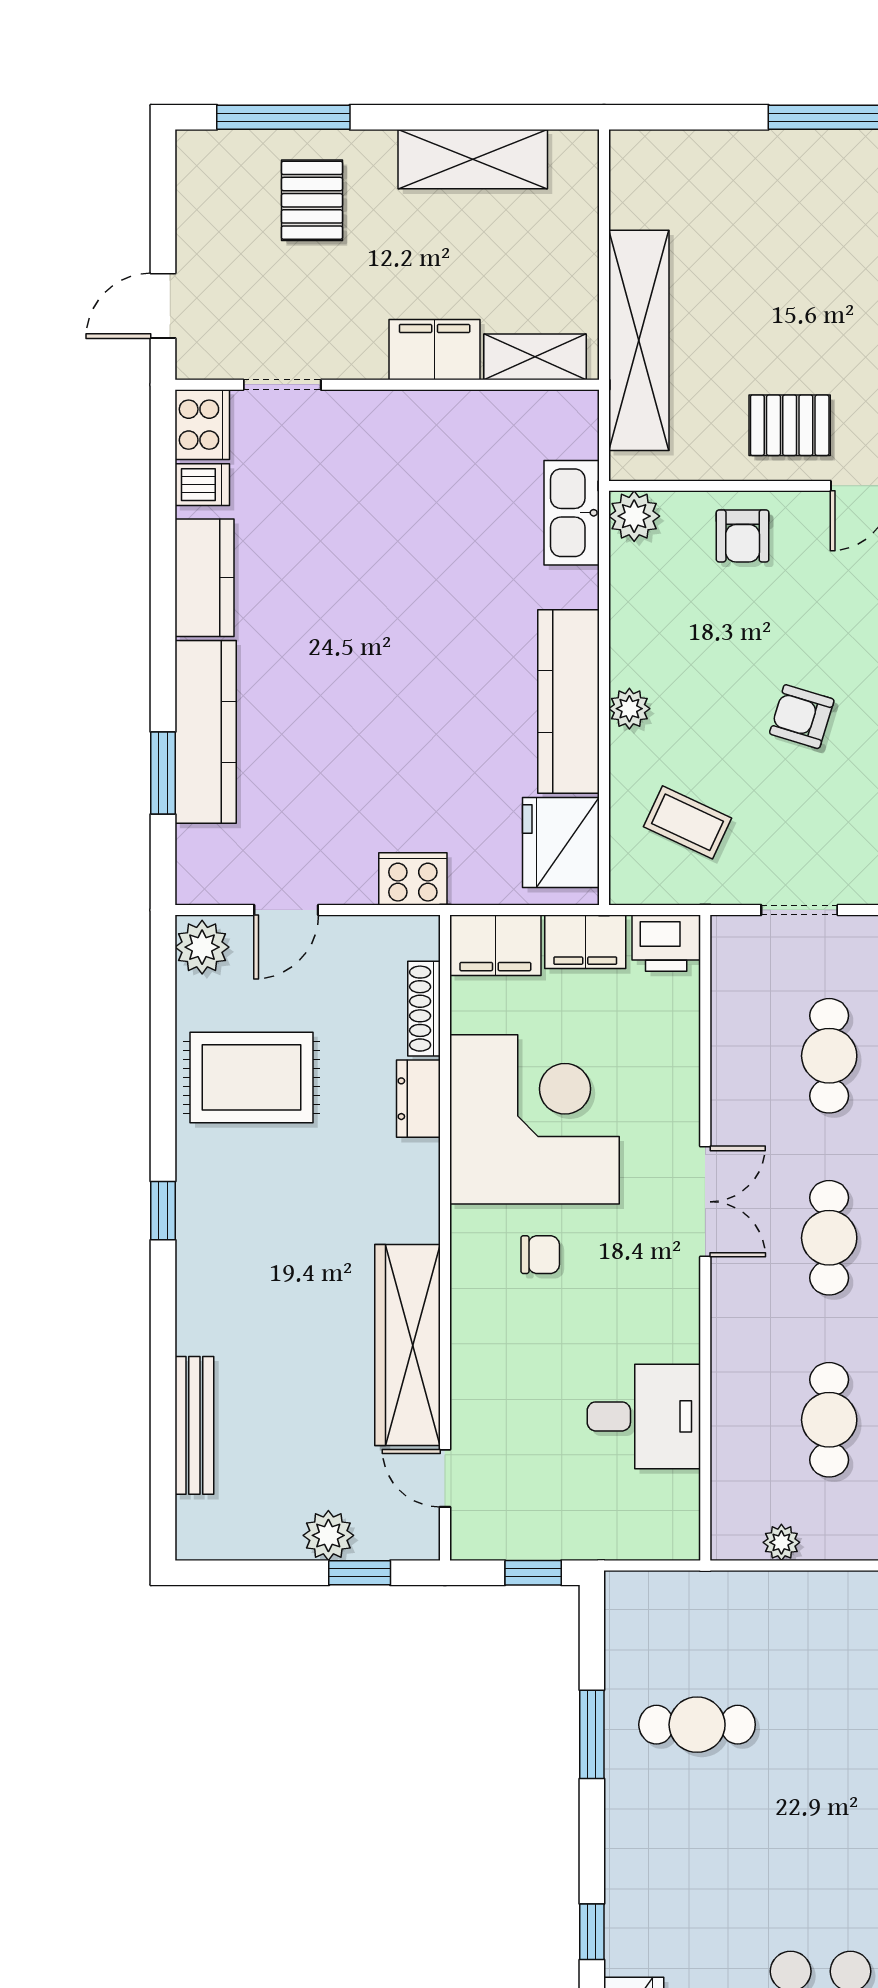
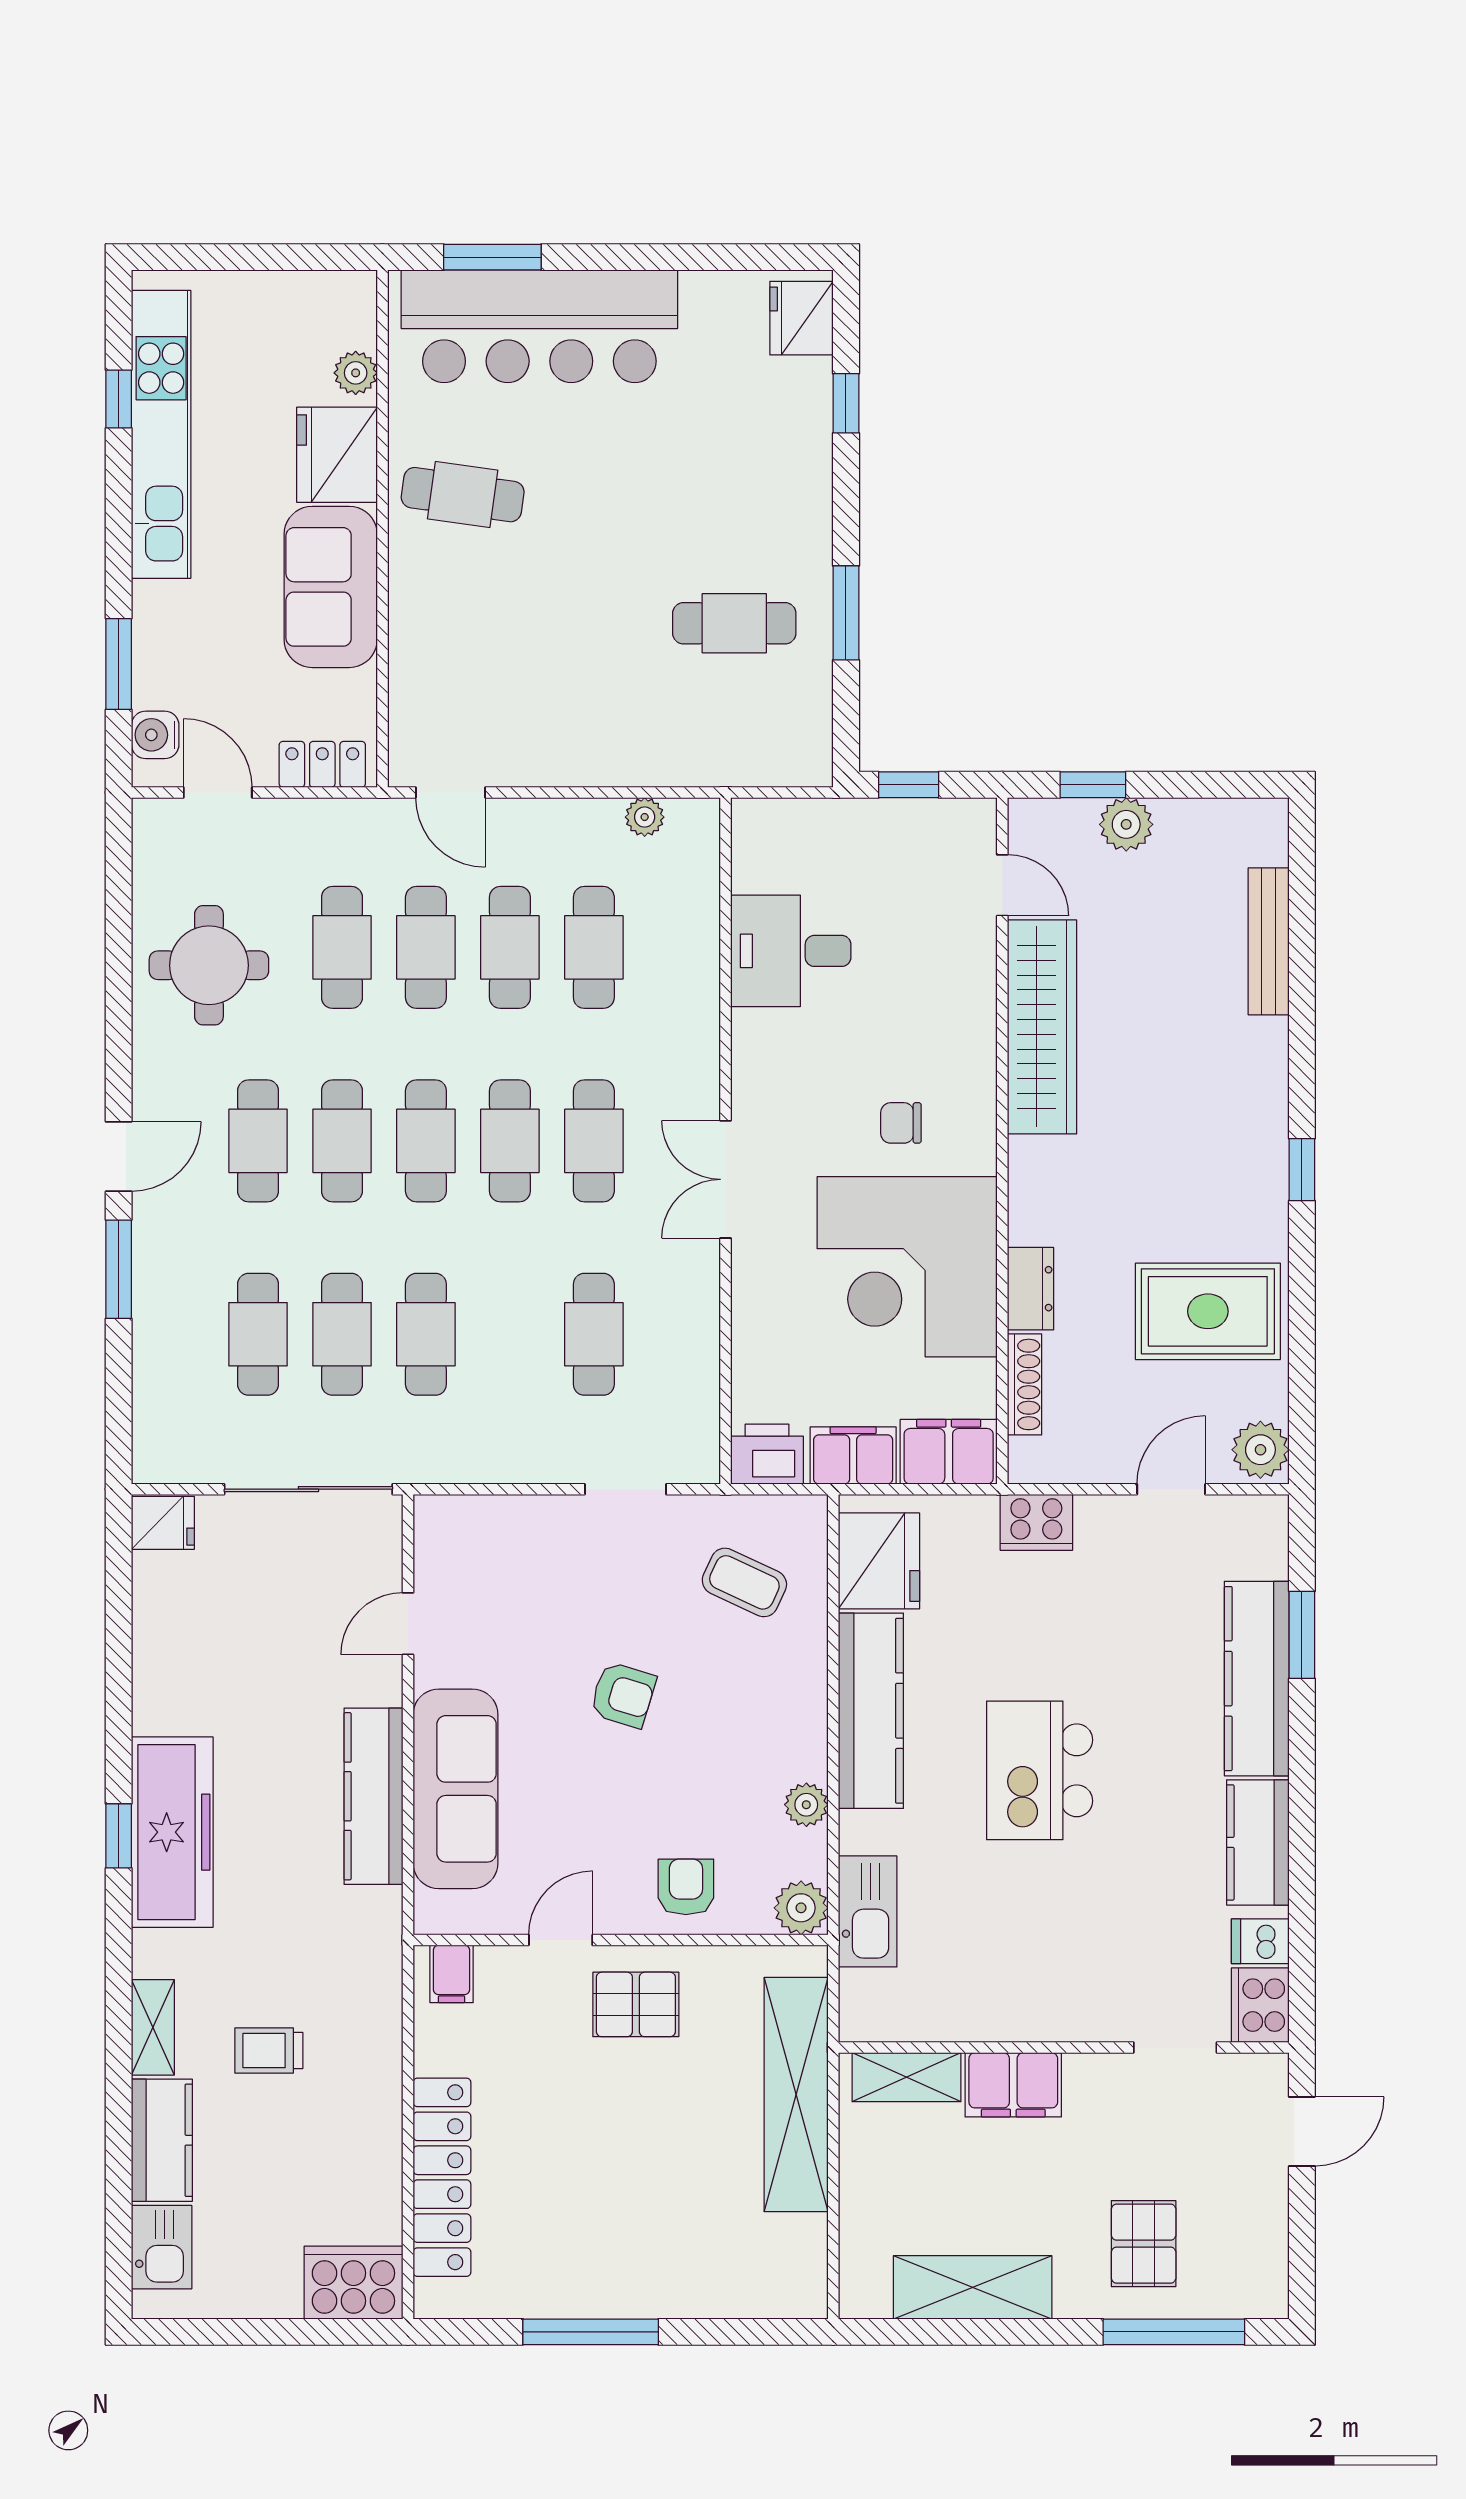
kitchen island: (410, 646) -> (1040, 1770), added
plant: (629, 709) -> (806, 1805), moved

